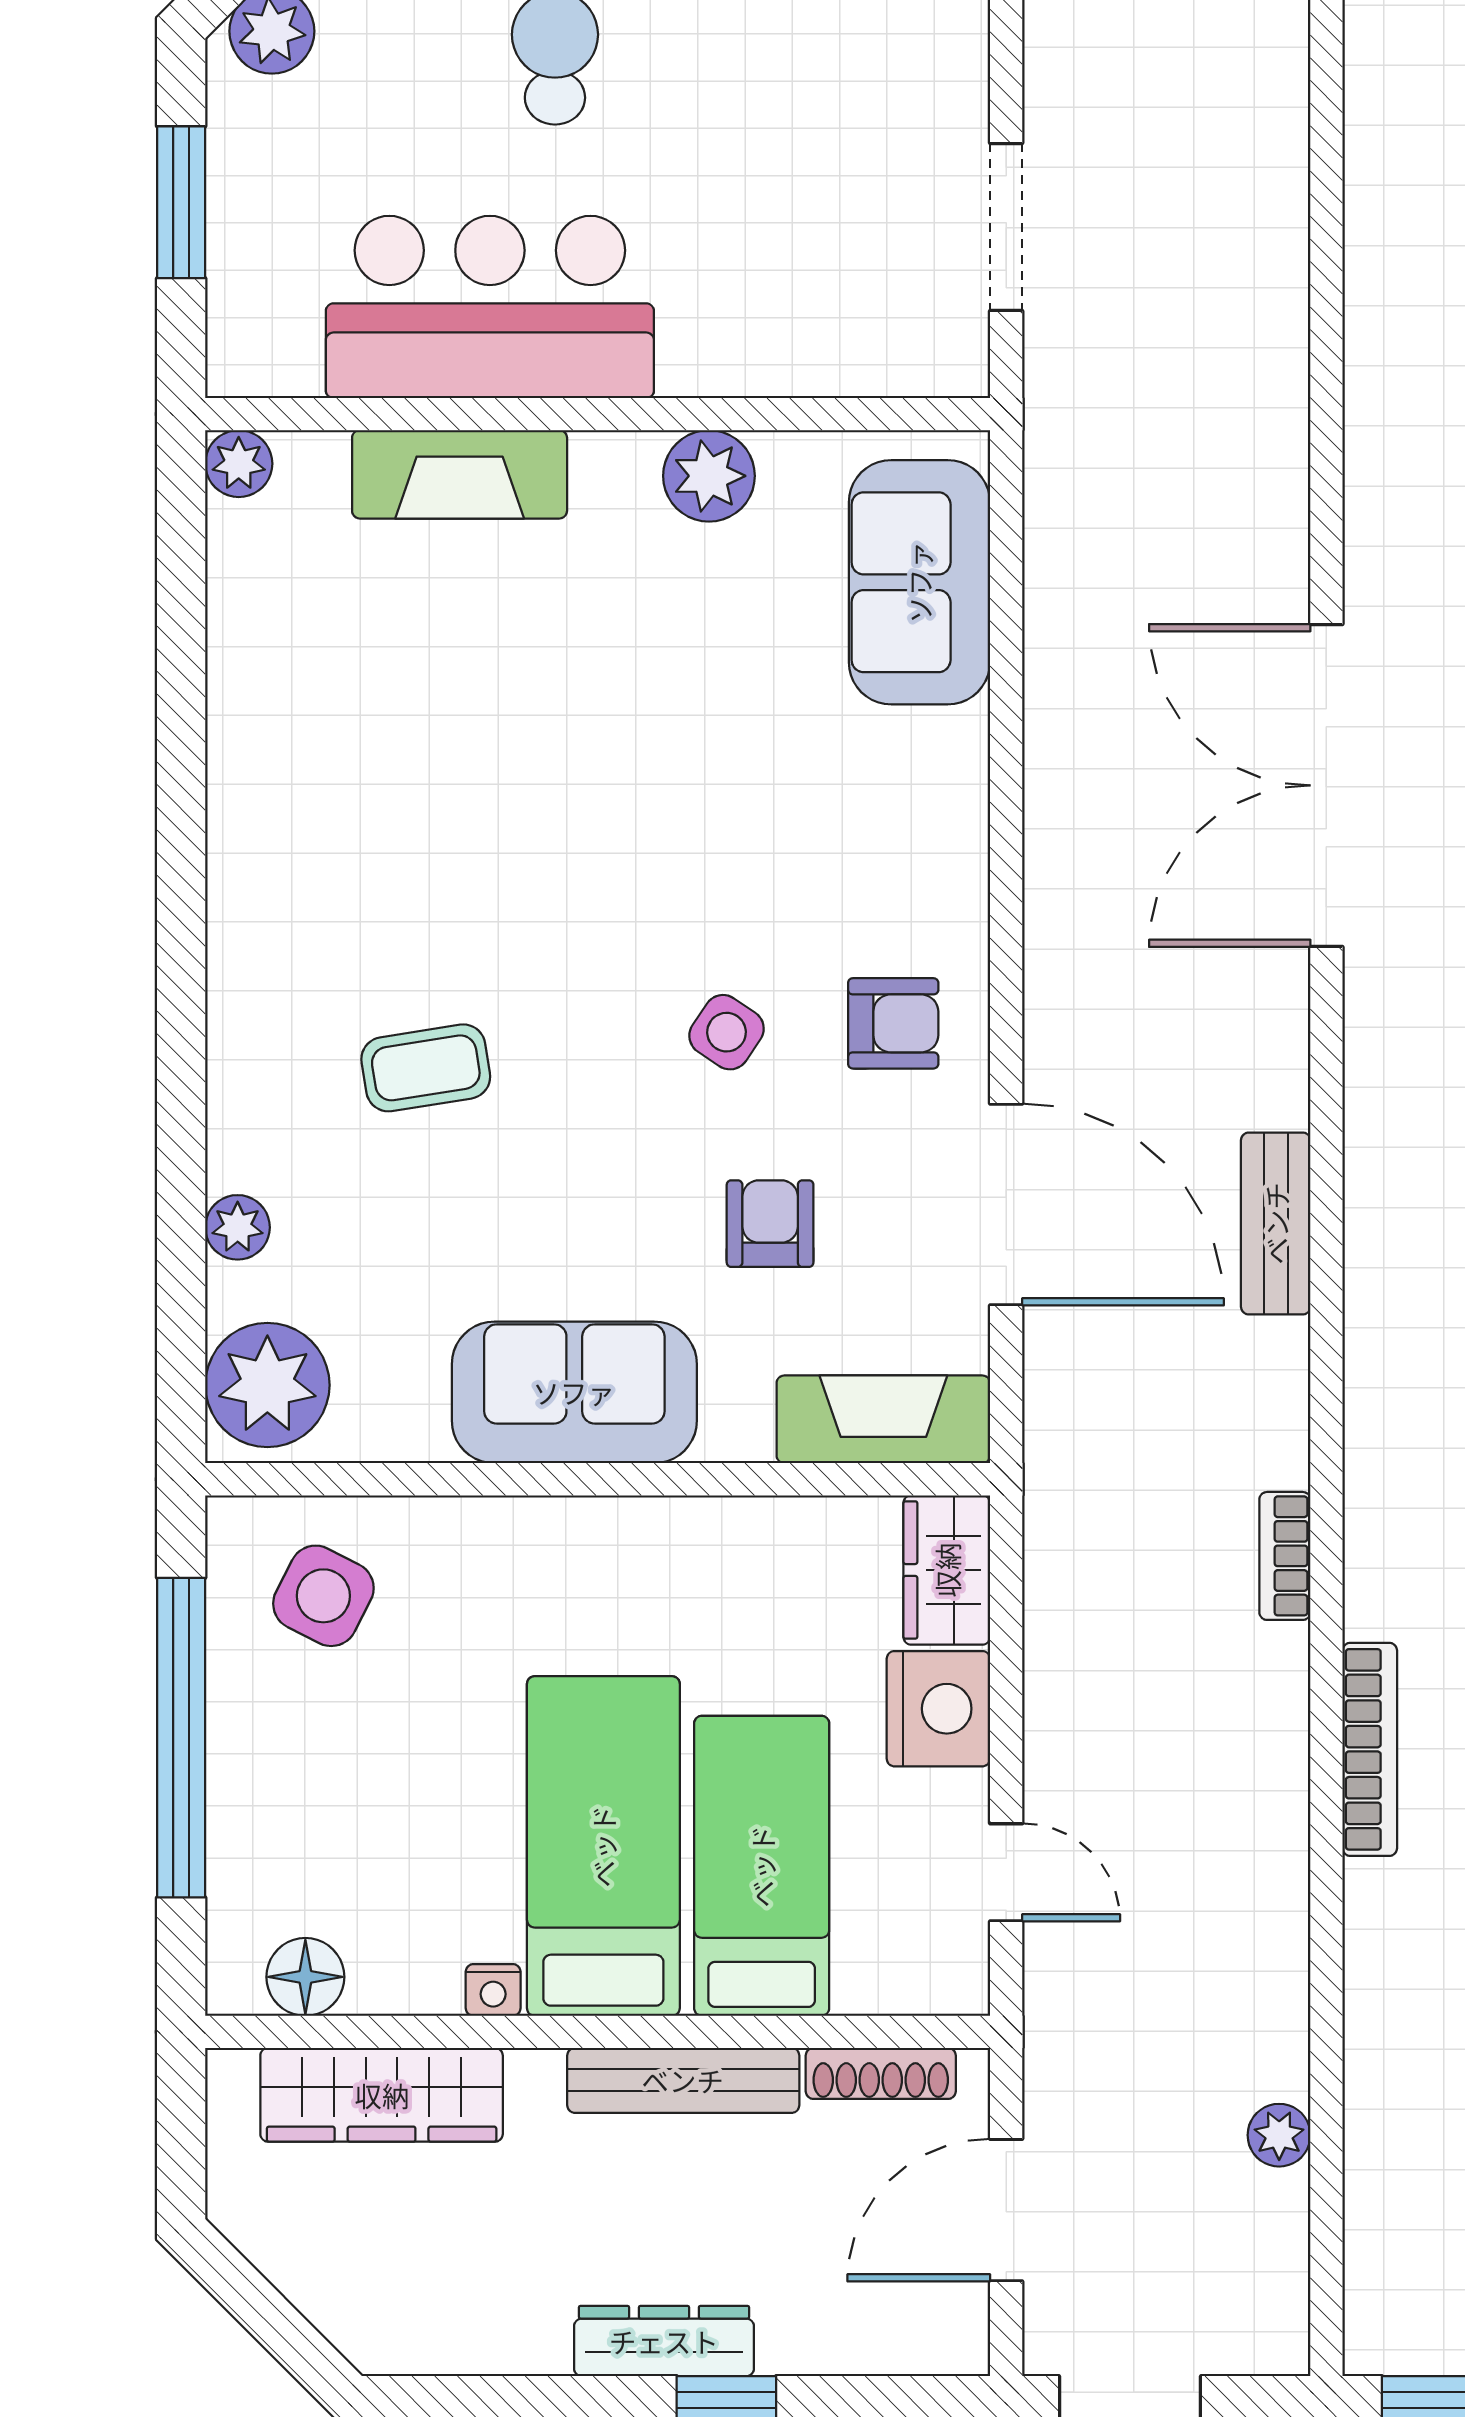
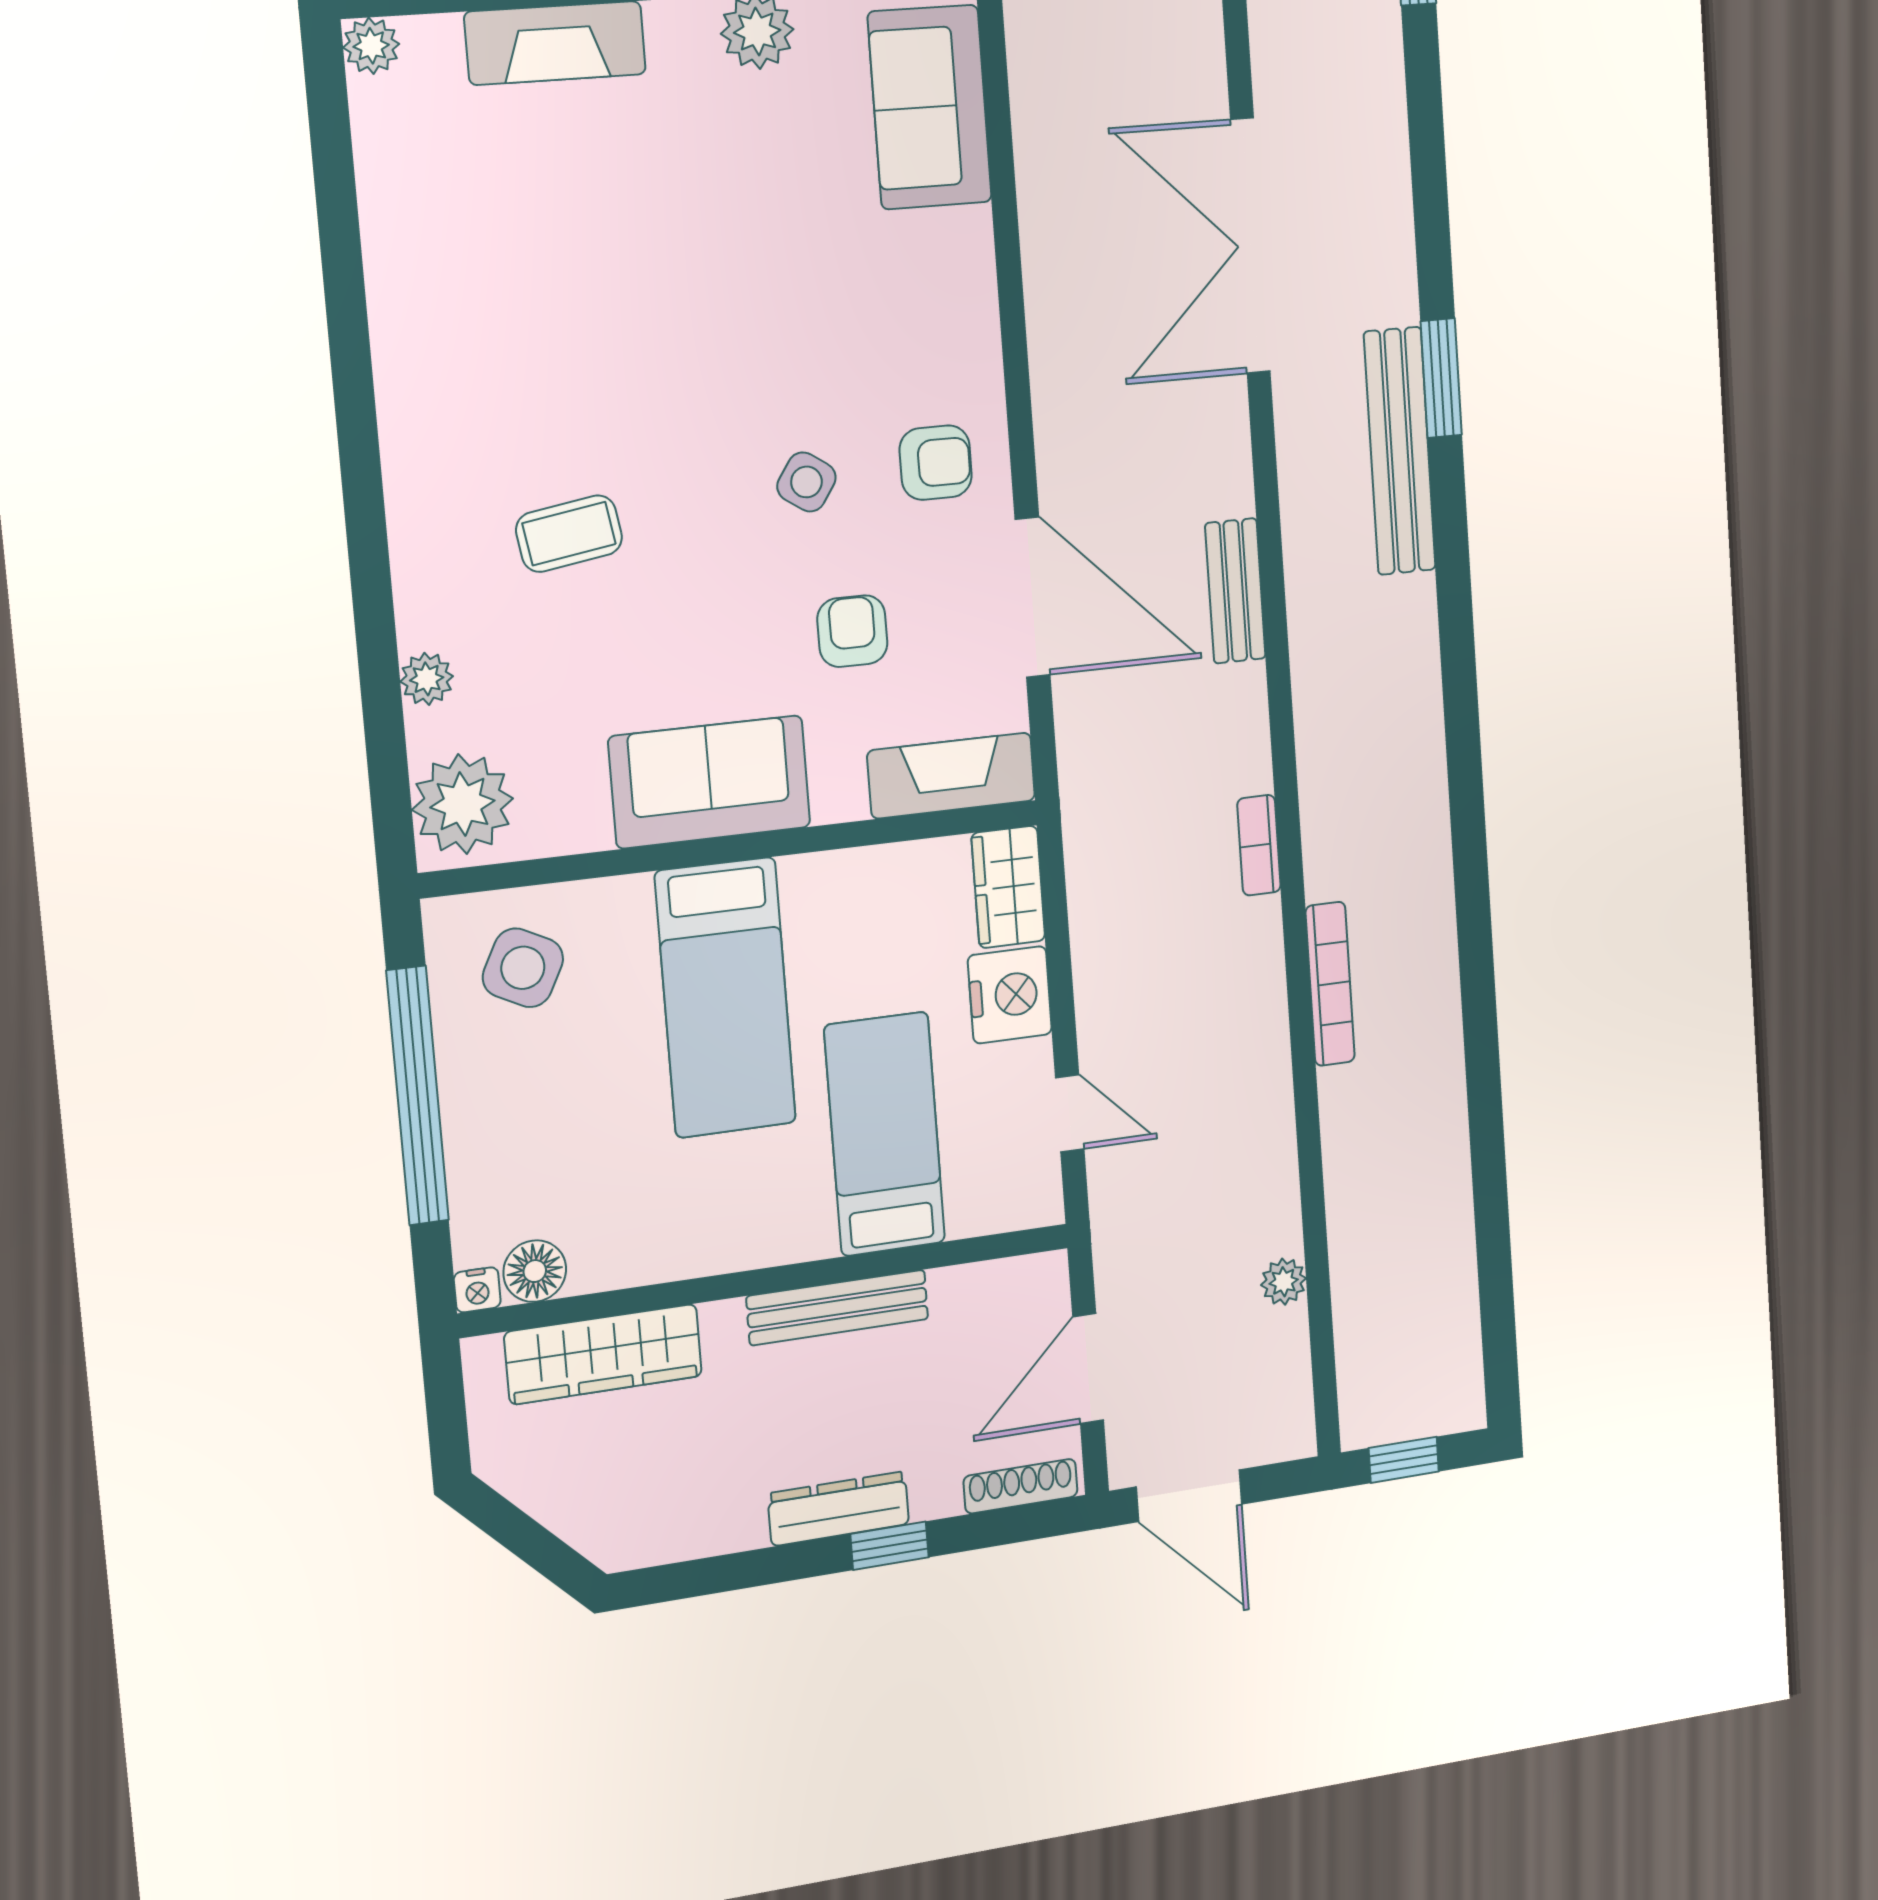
bed: (603, 1846) -> (725, 997), moved, turned 180
nightstand: (493, 1990) -> (477, 1290), moved
shoe rack: (881, 2073) -> (1021, 1486), moved, turned 180

